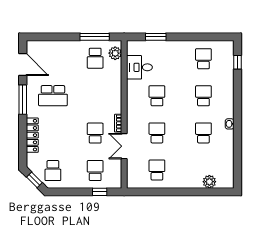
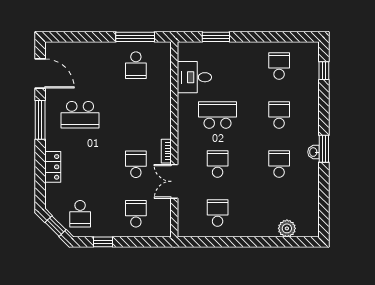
plant: (115, 53) -> (162, 59), removed
school desk: (157, 96) -> (218, 115), width x1.85
window: (237, 121) -> (324, 149), added
locker: (32, 135) -> (53, 167), width x0.66
window: (100, 192) -> (103, 242), moved

